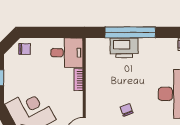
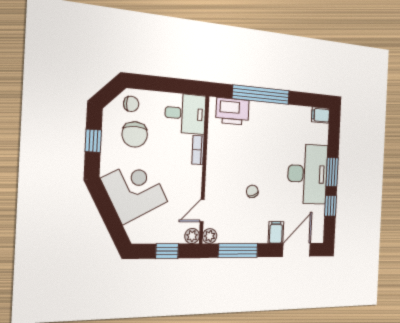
printer: (124, 48) -> (233, 111), moved
chair: (28, 71) -> (135, 134), added

